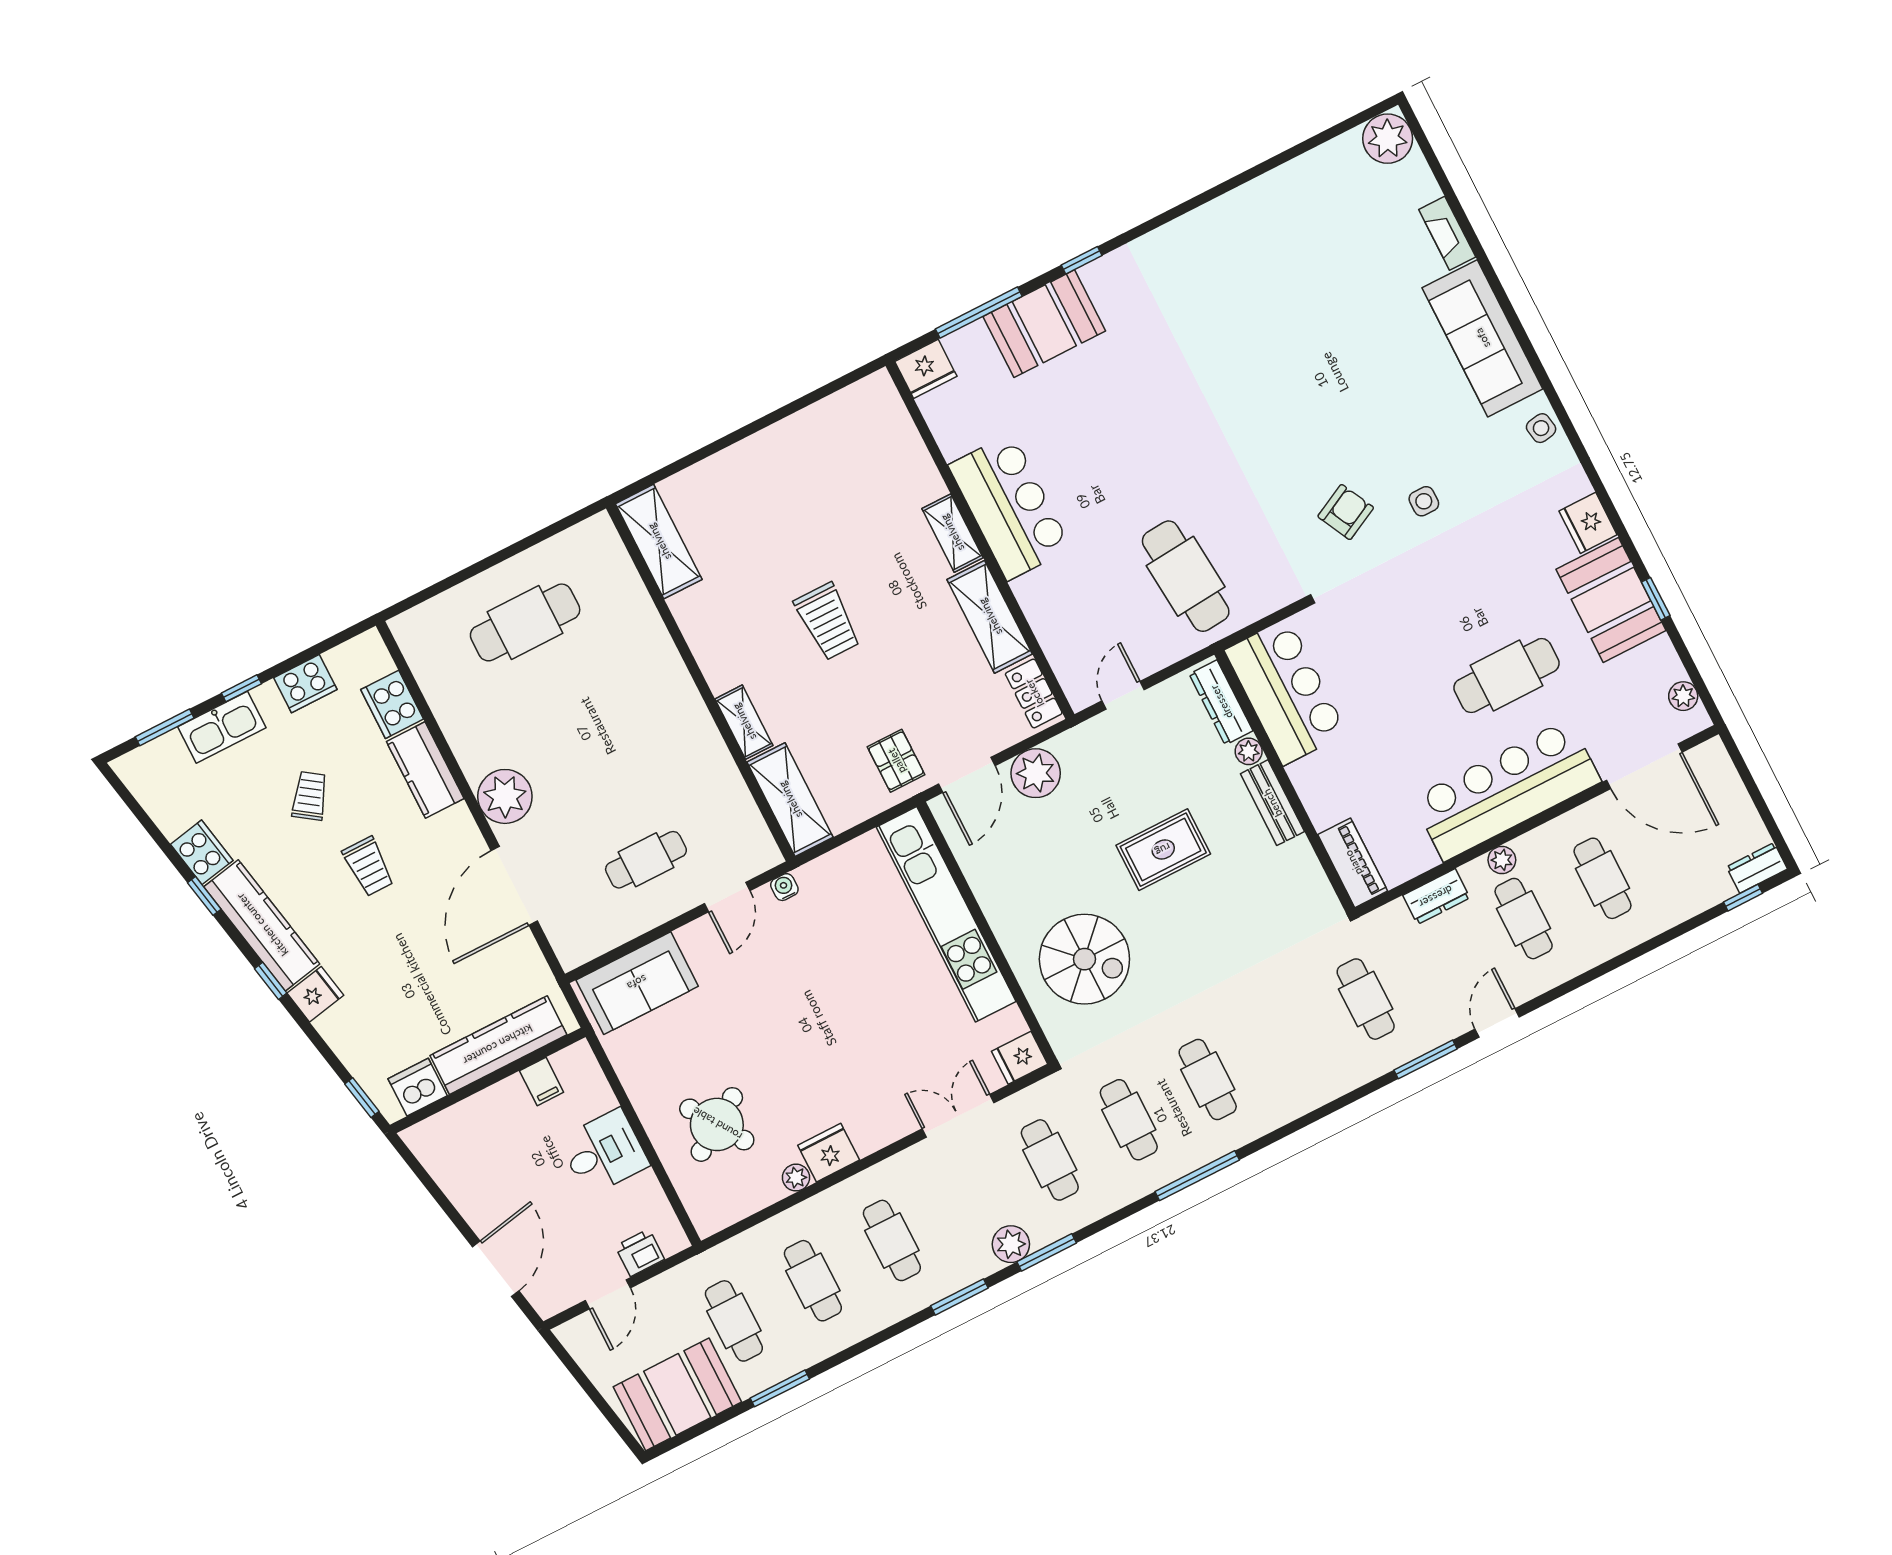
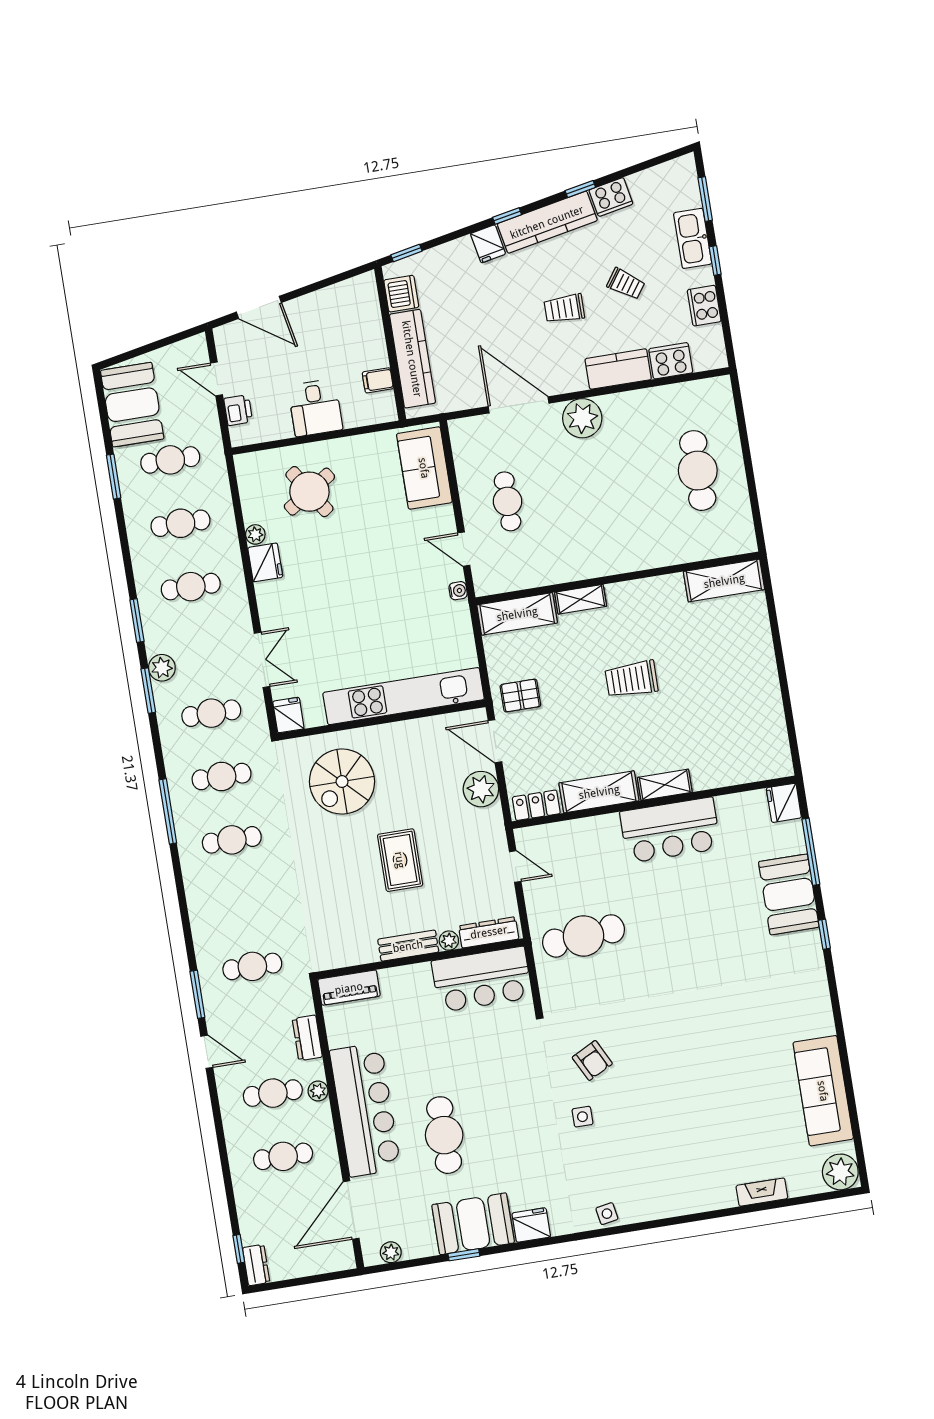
sofa: (1482, 338) -> (823, 1091), moved, turned -90

